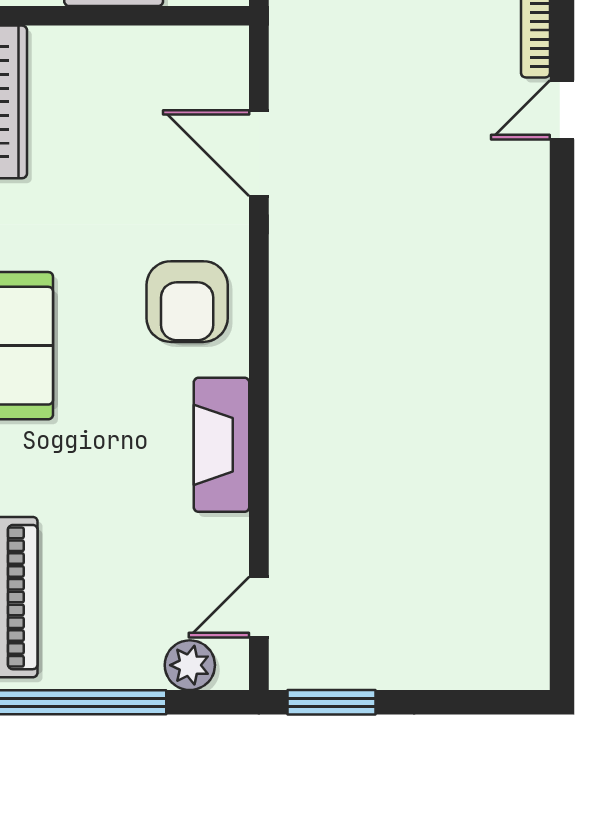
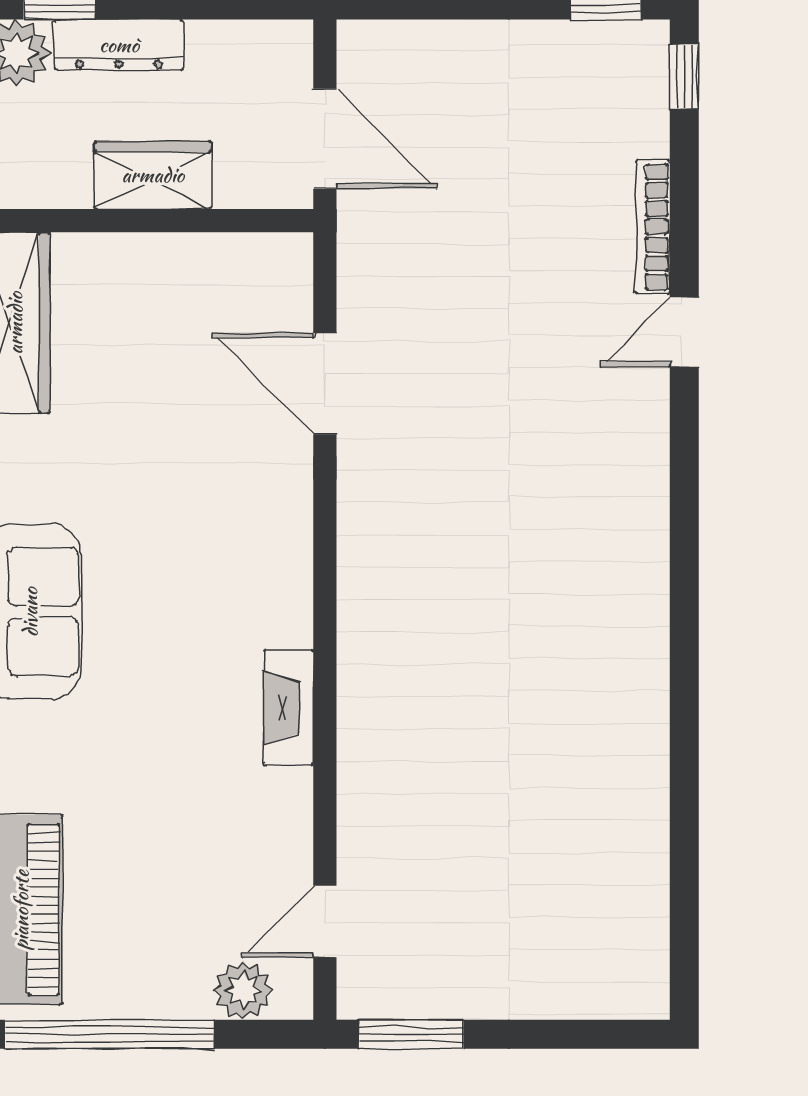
armchair: (187, 302) -> (240, 559), removed
fireplace: (222, 445) -> (288, 708), width x0.73, depth x0.76

